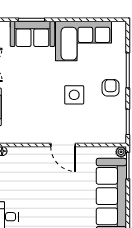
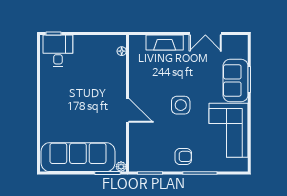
side table: (74, 95) -> (181, 105), moved
door: (63, 145) -> (128, 110), swing flipped

